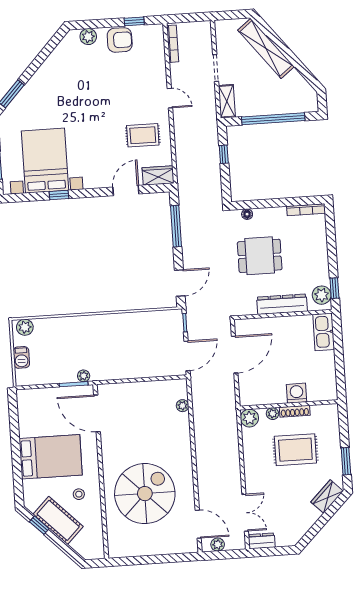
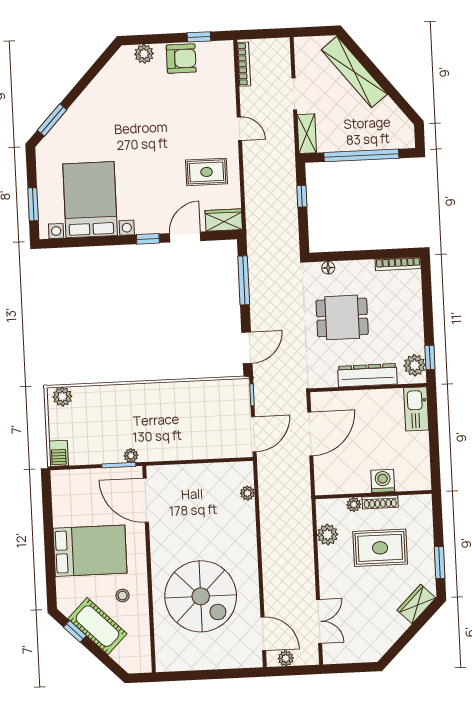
window: (59, 195) -> (148, 239), moved
barbecue: (21, 357) -> (59, 453), moved
plant: (249, 418) -> (328, 535), moved
spiral stairs: (145, 494) -> (201, 596), turned 90
dresser: (262, 541) -> (338, 655), removed

